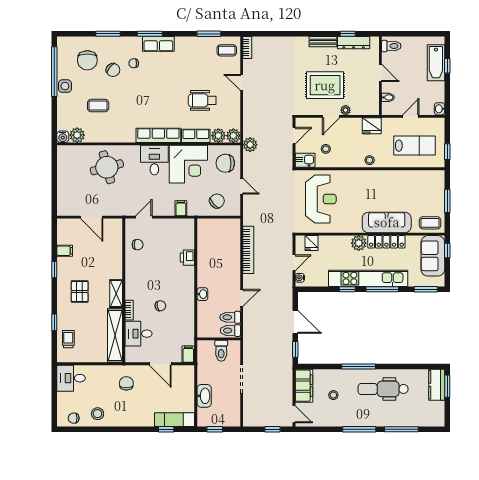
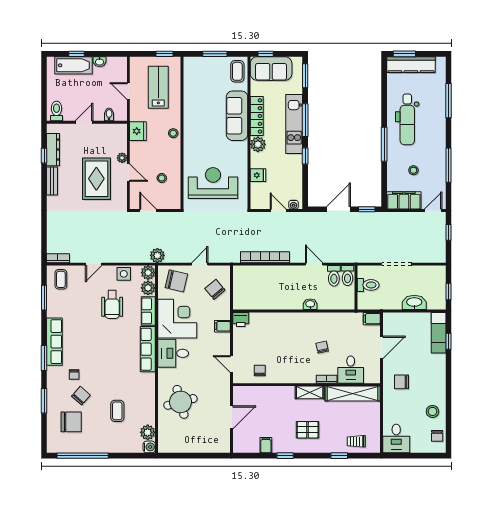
row of seats: (158, 44) -> (54, 342), width x1.48
side table: (65, 86) -> (124, 274), moved
washbasin: (440, 109) -> (100, 62), moved
kitchen sink: (305, 160) -> (173, 199), removed
chair: (225, 163) -> (176, 281), turned -77
fridge: (312, 243) -> (258, 175), moved
printer: (187, 258) -> (241, 319), moved
kitchen unit: (368, 278) -> (294, 124), width x0.73
kitchen counter: (437, 385) -> (411, 65), width x1.50
window: (359, 429) -> (448, 165), moved

